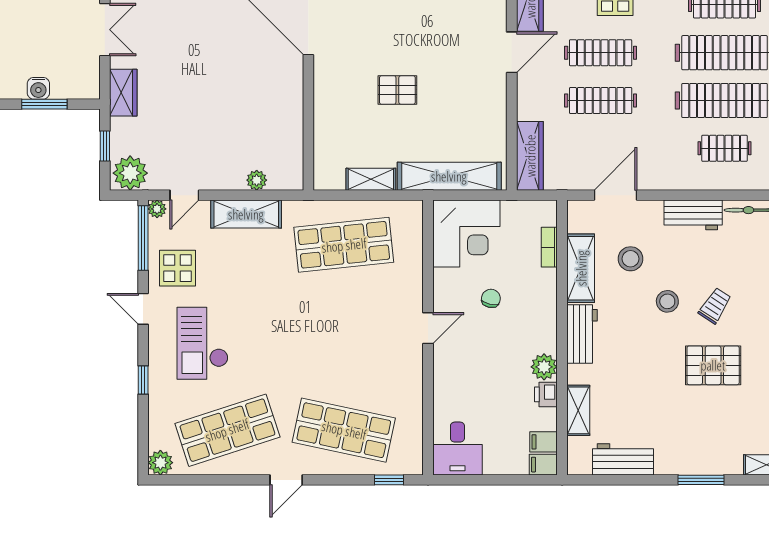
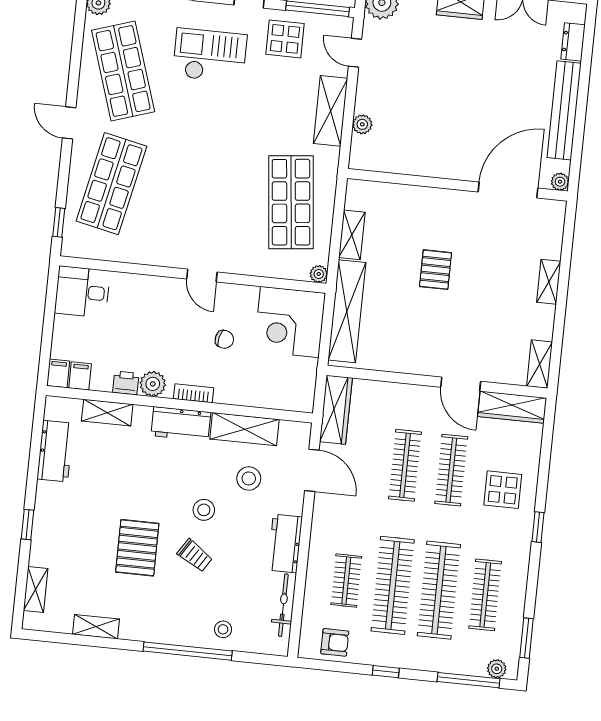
wardrobe: (530, 156) -> (336, 410), moved, turned -90
plant: (157, 209) -> (319, 274), moved
bookcase: (549, 247) -> (194, 393), moved
window: (701, 480) -> (28, 525), width x0.67

